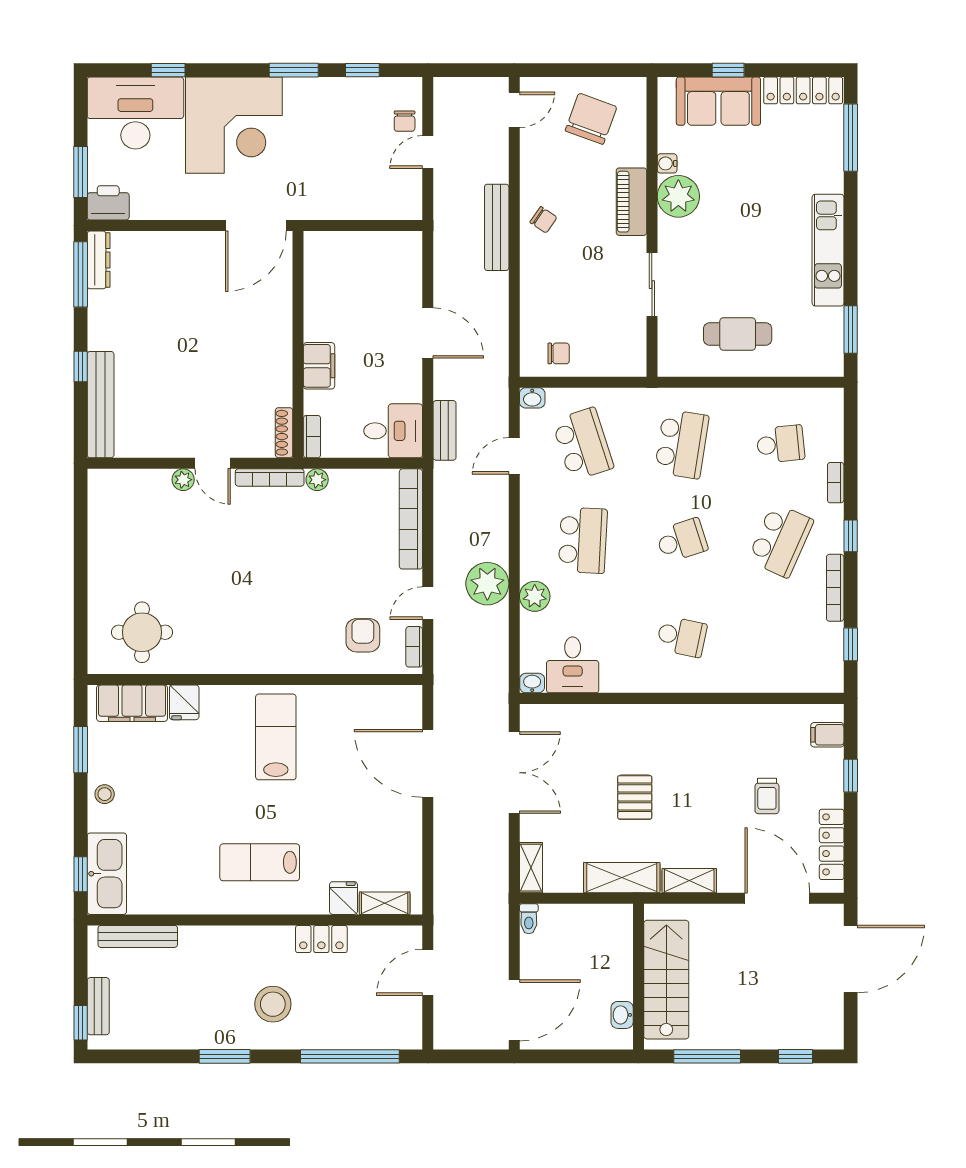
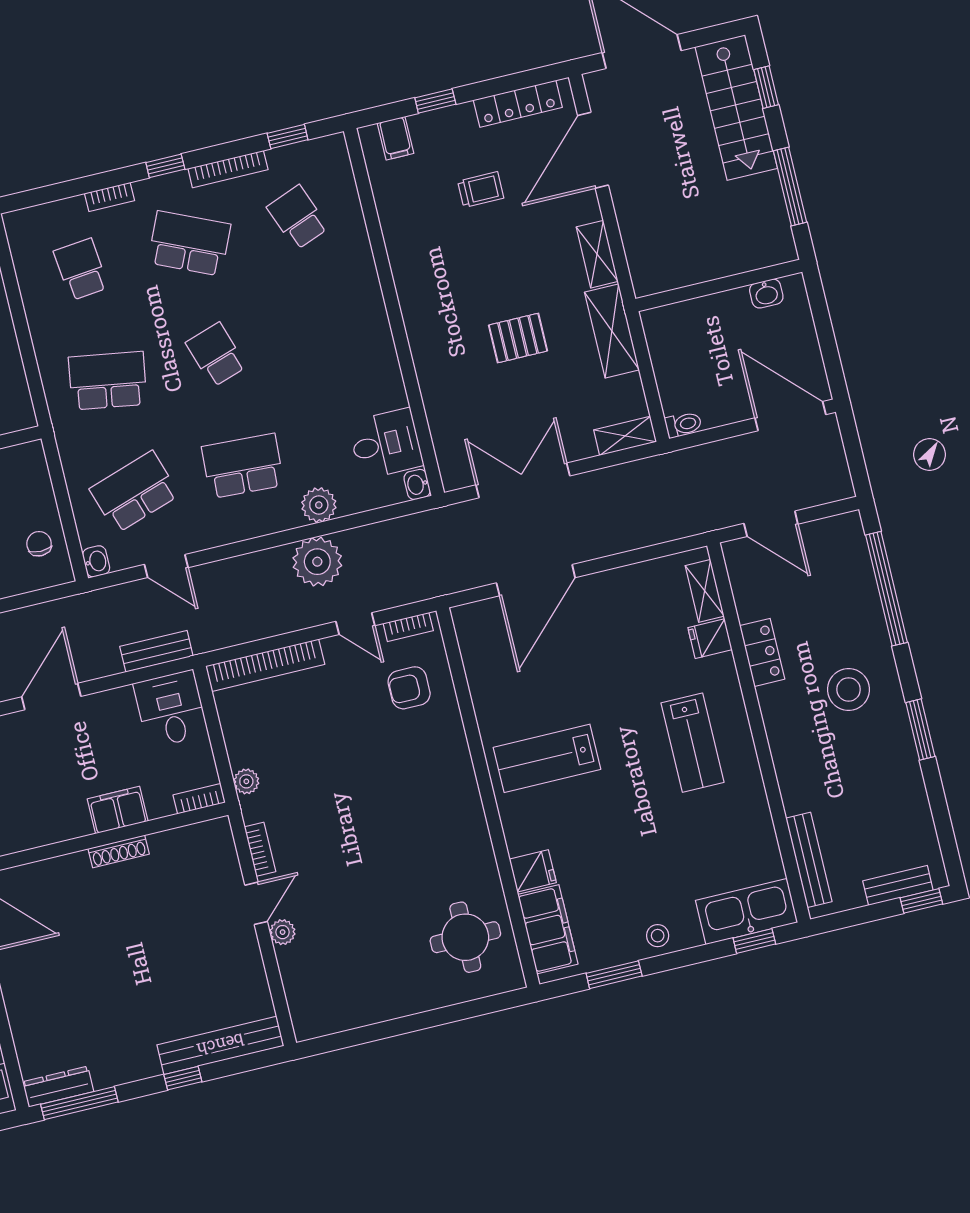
shoe rack: (284, 433) -> (119, 851), moved
bookcase: (270, 477) -> (260, 849), width x0.64
school desk: (682, 637) -> (298, 217), moved, turned -33
stairs: (666, 980) -> (736, 108), moved, turned -90

